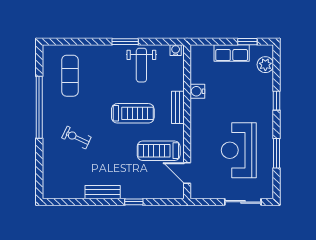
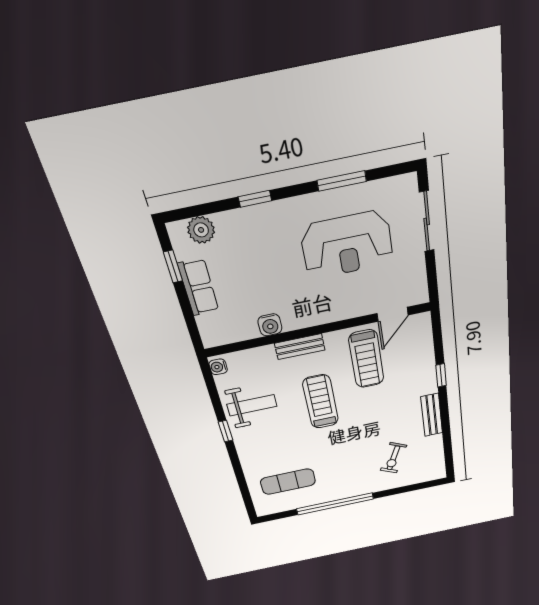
window: (125, 42) -> (226, 431), width x0.67
exercise bike: (76, 138) -> (393, 458), moved

